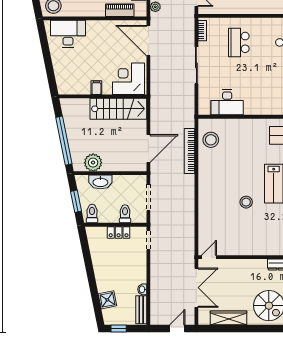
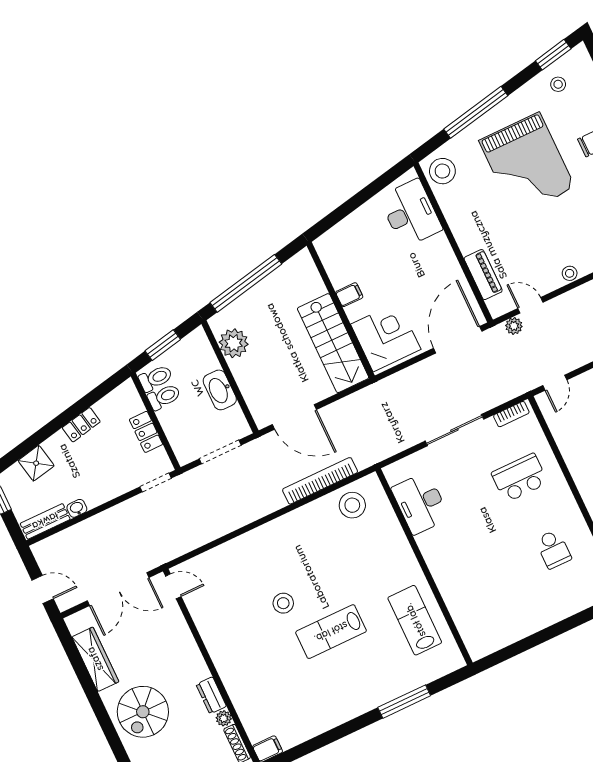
washbasin: (100, 182) -> (220, 390), moved
toilet: (125, 214) -> (164, 397), moved
locker: (98, 266) -> (81, 425), added

